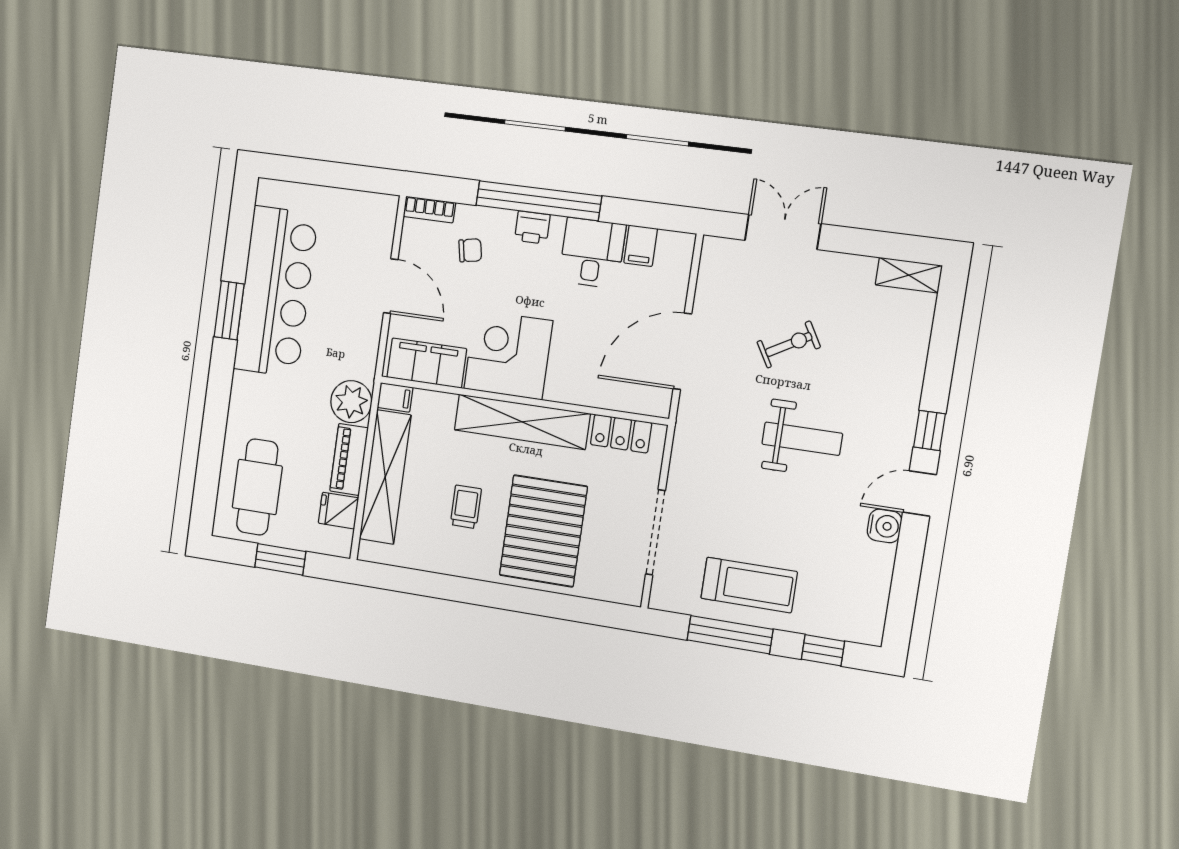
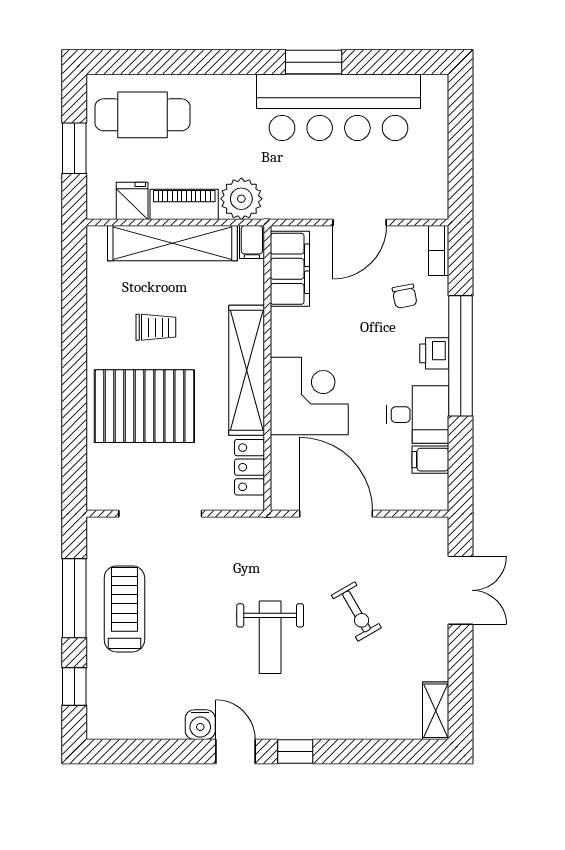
corner desk: (508, 355) -> (309, 396), moved
treadmill: (749, 585) -> (124, 609), turned 180

